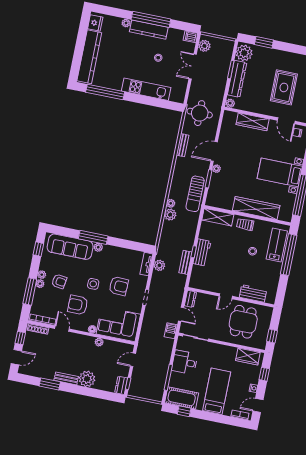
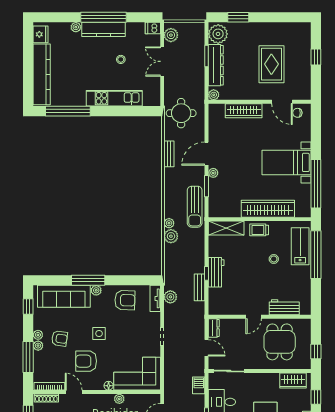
armchair: (119, 286) -> (125, 300), moved
barbecue: (171, 331) -> (199, 385), moved

